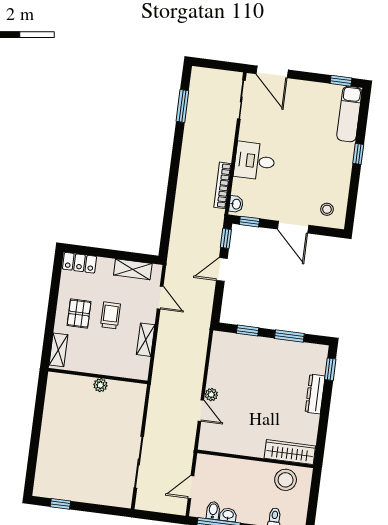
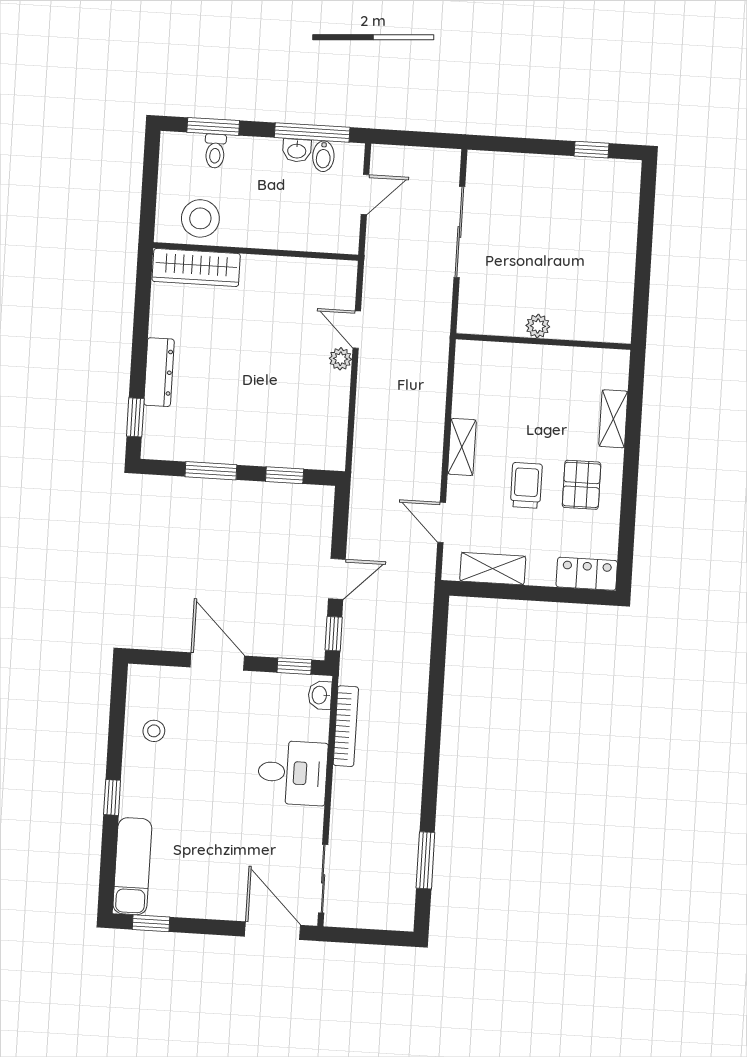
stool: (327, 209) -> (154, 731), moved
trolley: (110, 315) -> (526, 485), turned 180
wall: (98, 376) -> (543, 341), moved
plant: (100, 385) -> (538, 326), moved

